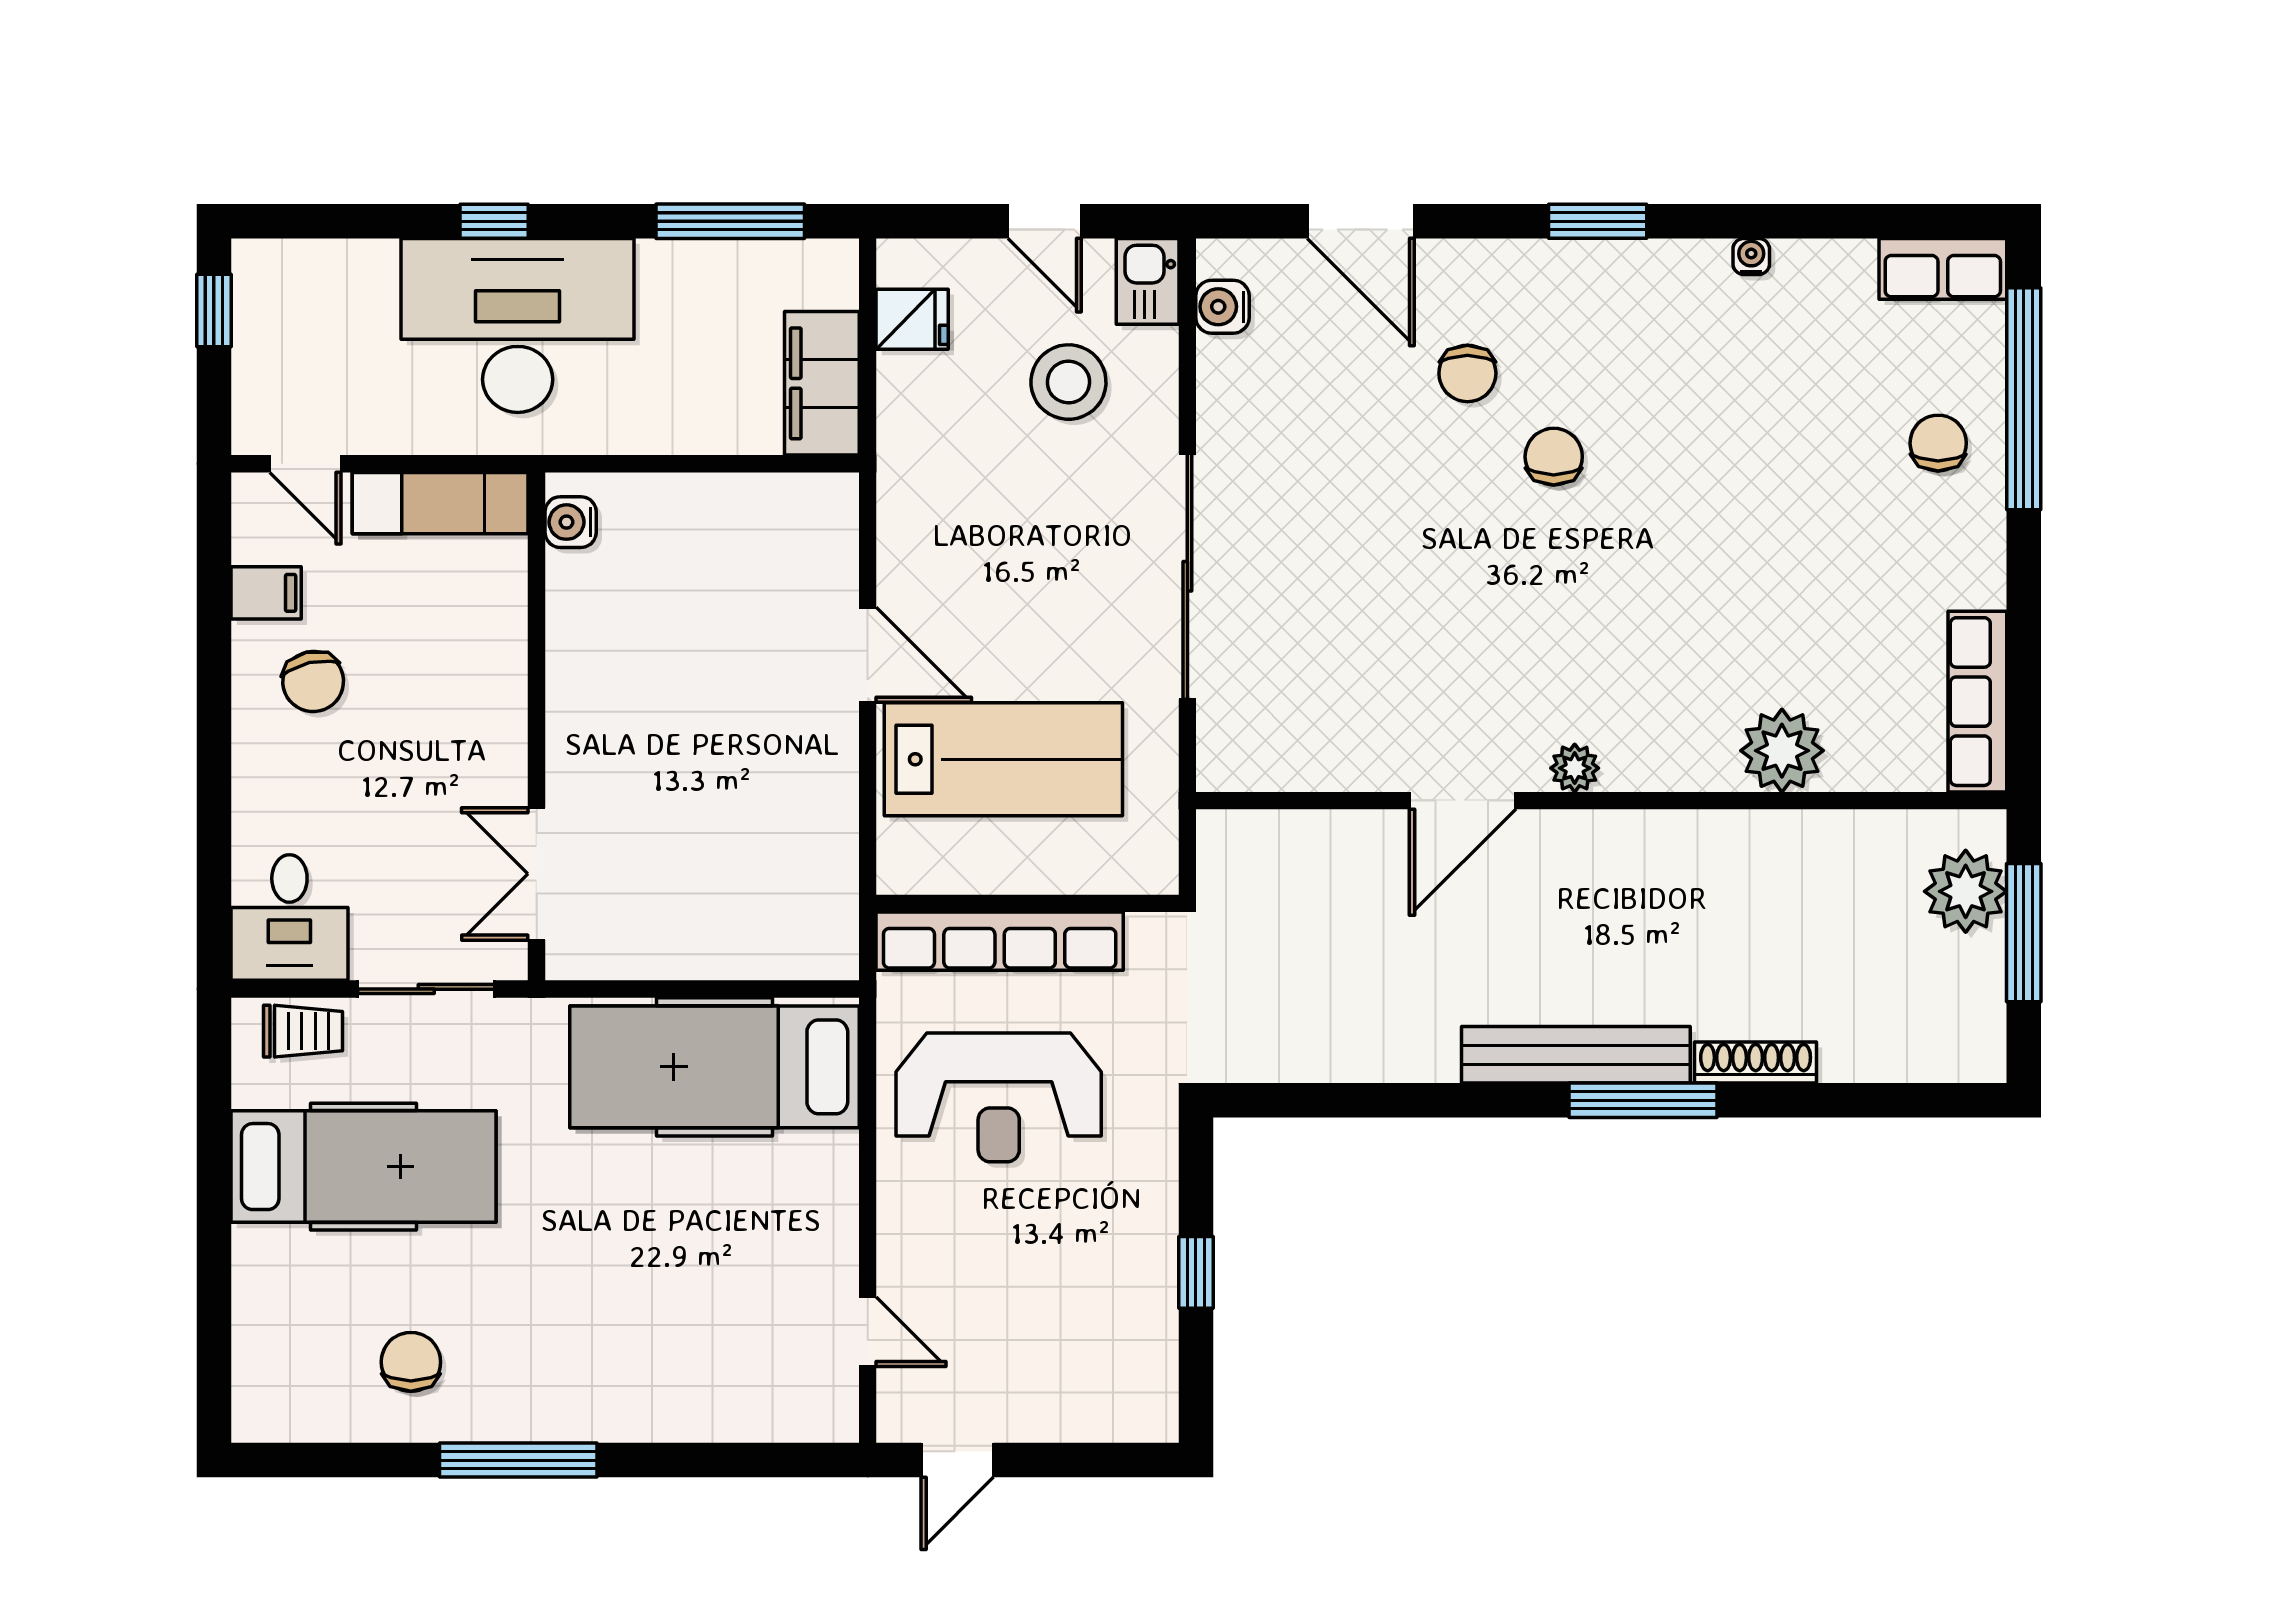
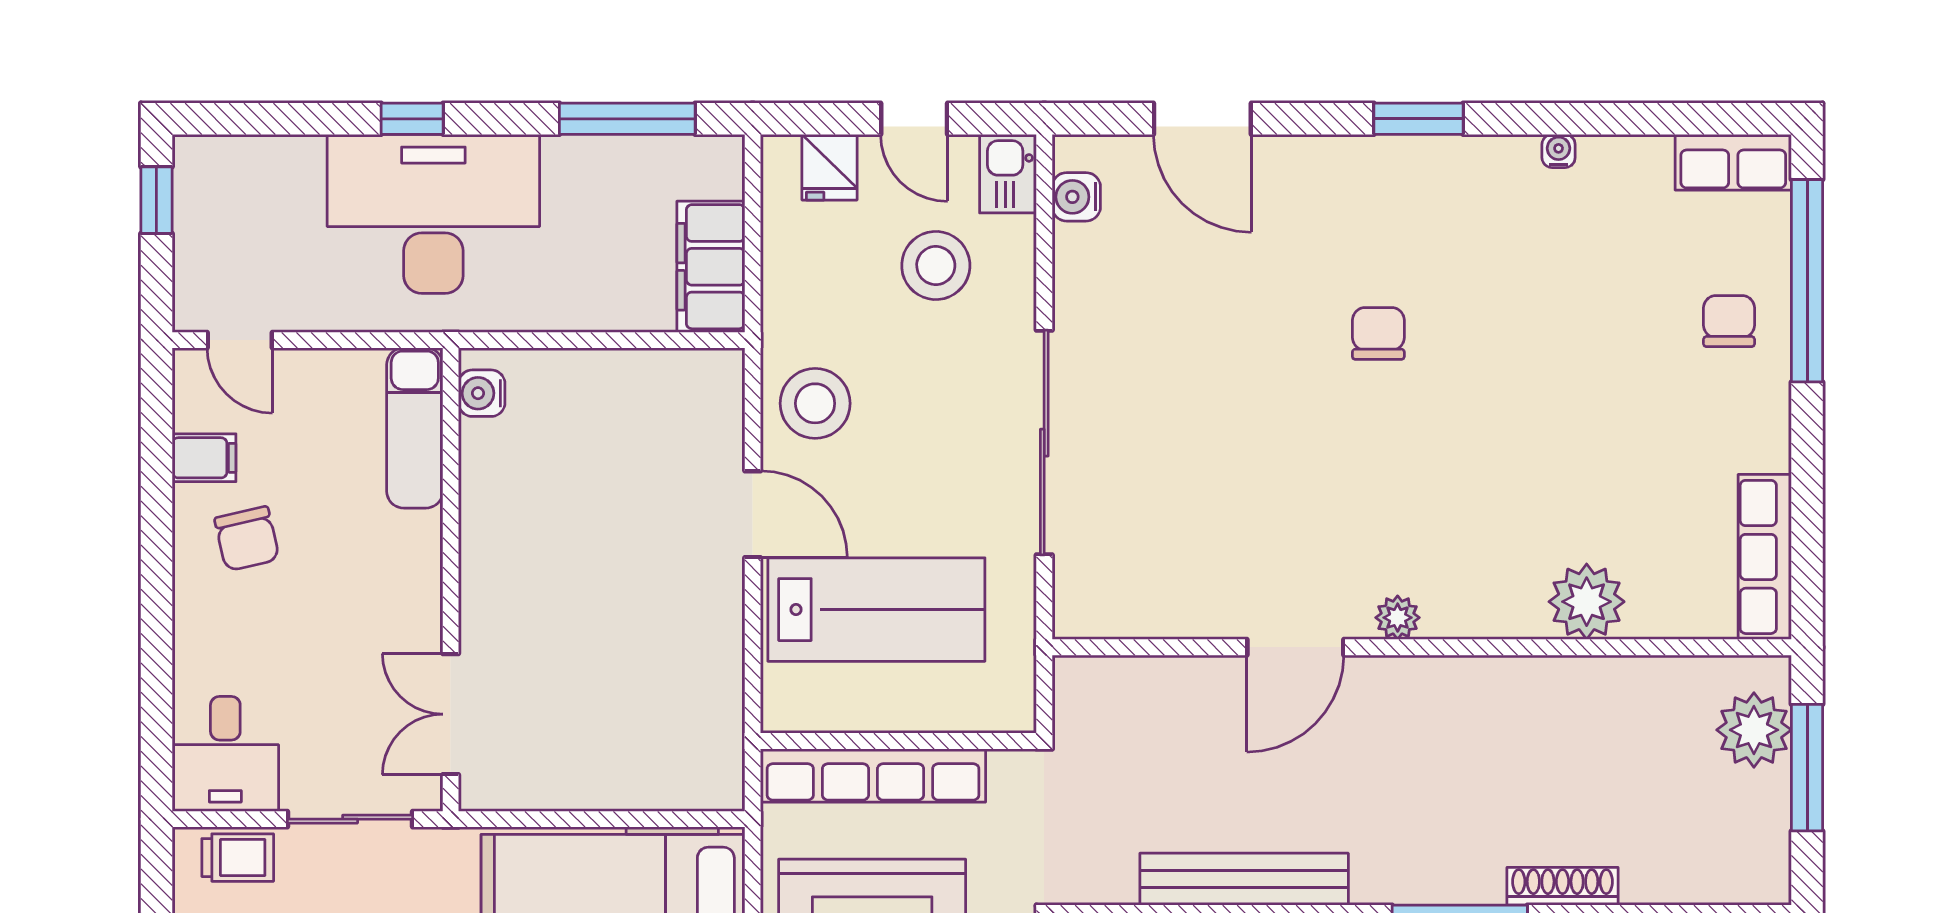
fridge: (912, 319) -> (830, 167), moved, turned 90
chair: (1467, 373) -> (1300, 258), removed
exam couch: (440, 503) -> (415, 428), moved, turned 90
stool: (936, 533) -> (815, 403), added
bench: (1576, 1055) -> (1244, 879), moved

